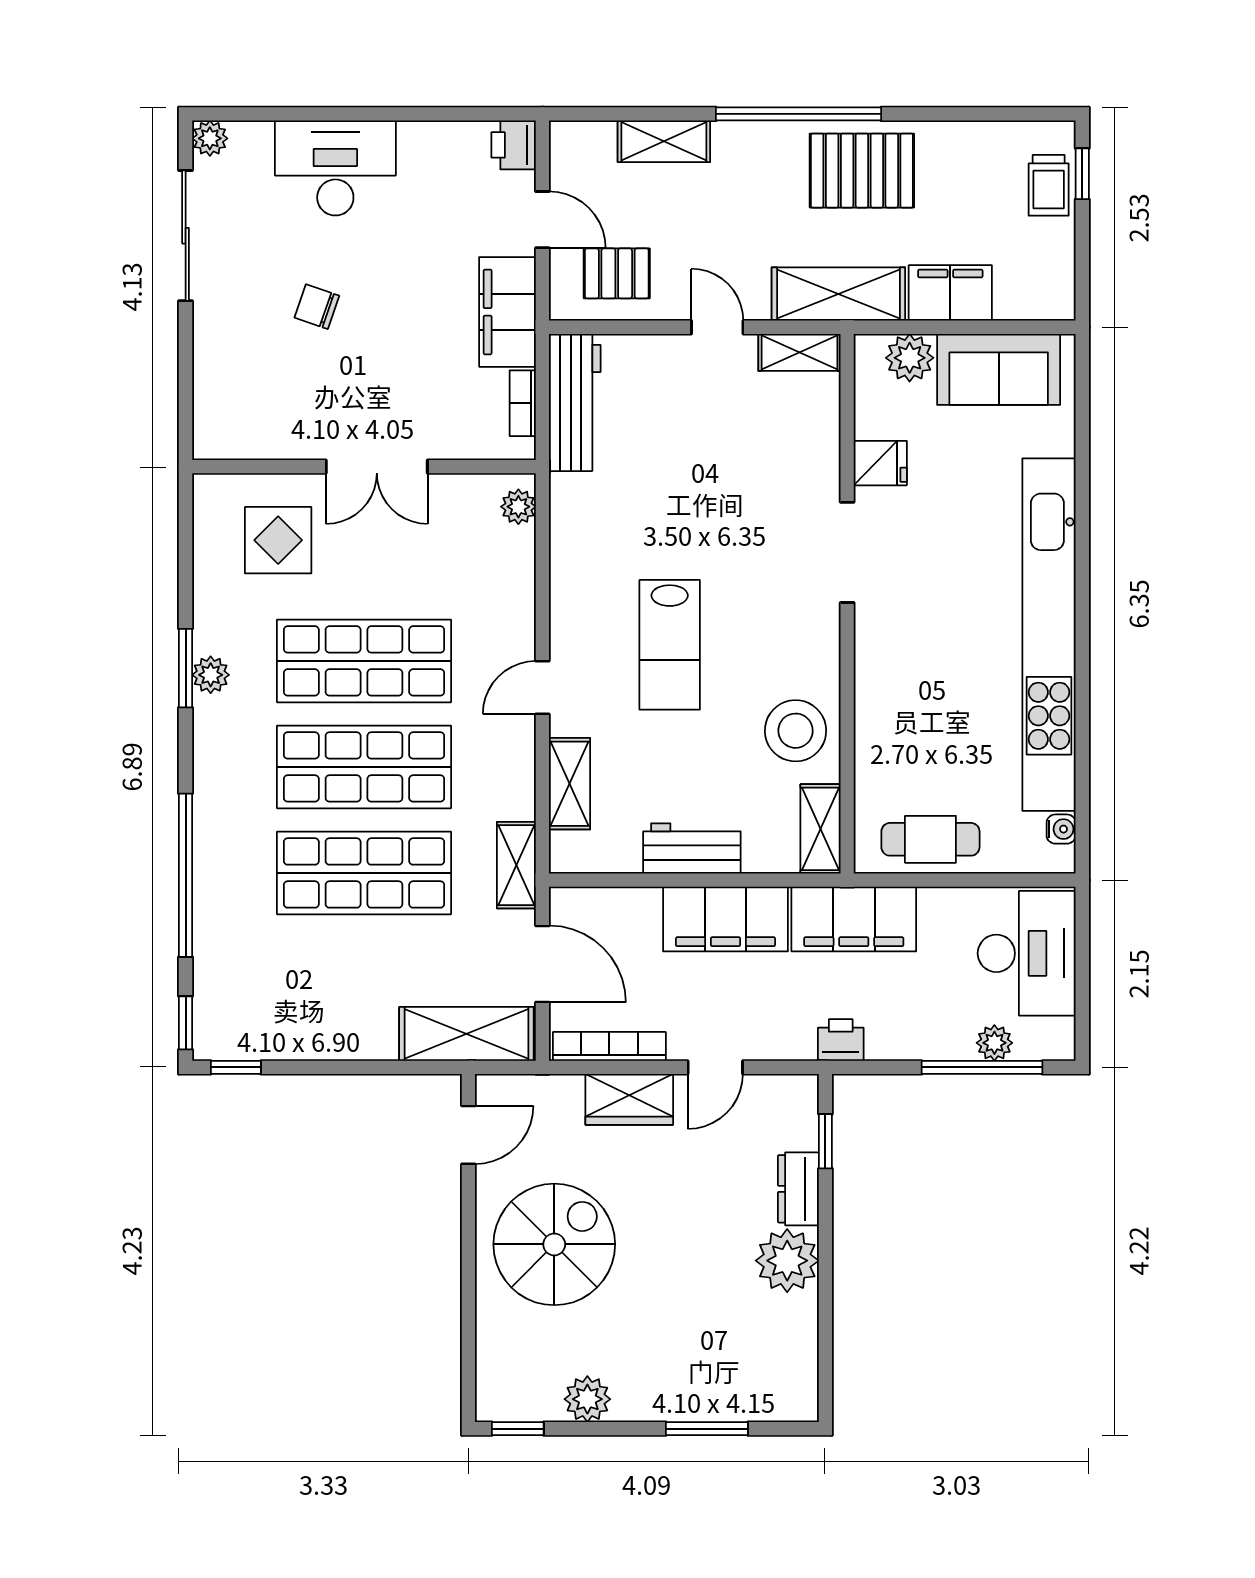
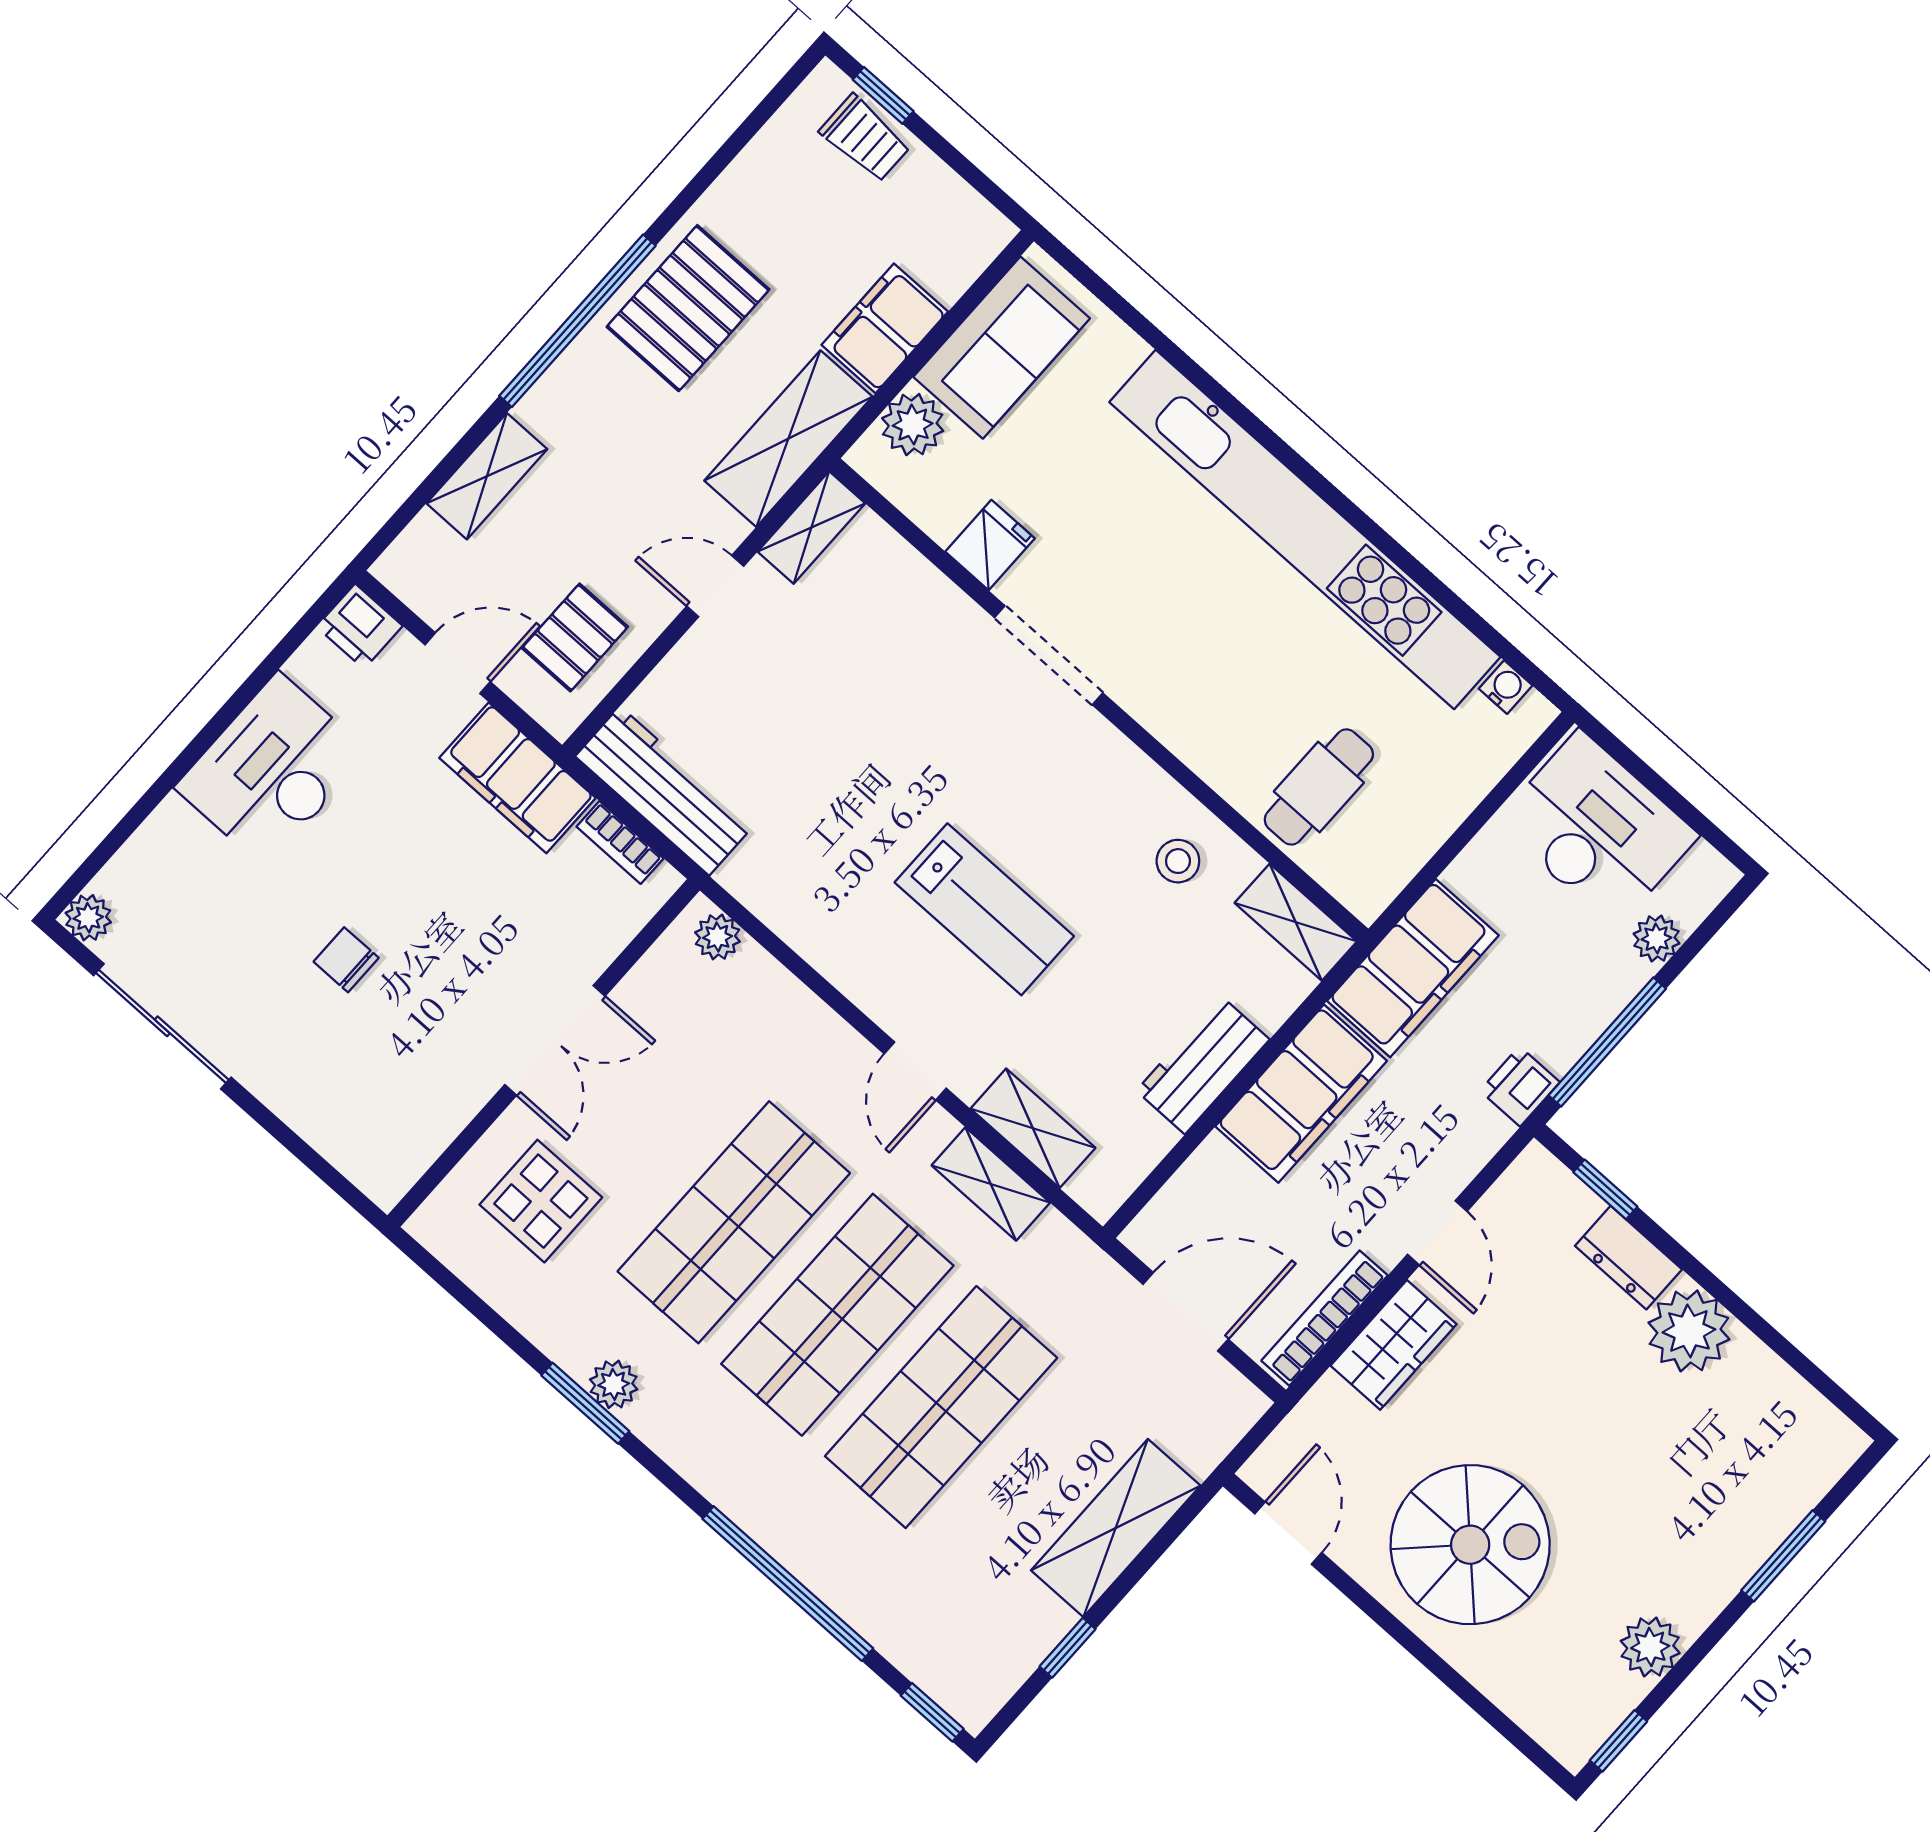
desk: (335, 168) -> (272, 770), moved
chair: (317, 307) -> (346, 960), turned 71
stool: (796, 731) -> (1178, 861), width x0.53, depth x0.53
cafe table: (930, 839) -> (1319, 787), moved
shelving: (516, 865) -> (991, 1184), moved
shelving: (466, 1034) -> (1116, 1528), moved
window: (236, 1067) -> (1068, 1648), moved
window: (982, 1067) -> (1607, 1042), moved
spiral stairs: (554, 1244) -> (1470, 1545), turned 90

